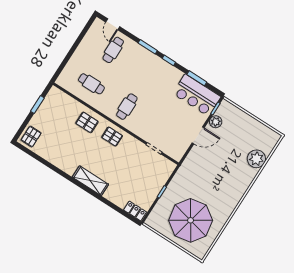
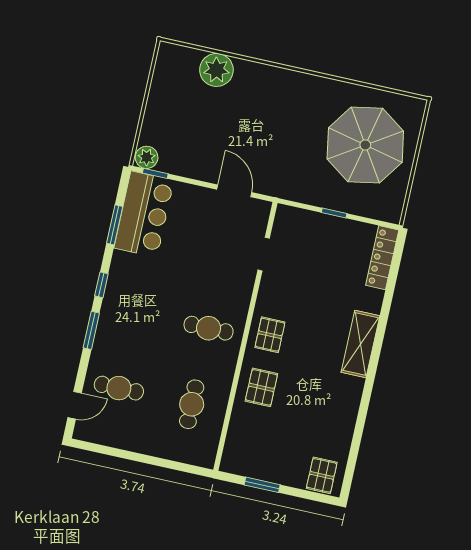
plant: (216, 122) -> (147, 157), moved
door: (198, 135) -> (234, 191), moved
pallet: (31, 137) -> (322, 475), turned 90
locker: (135, 211) -> (382, 258), width x1.53

